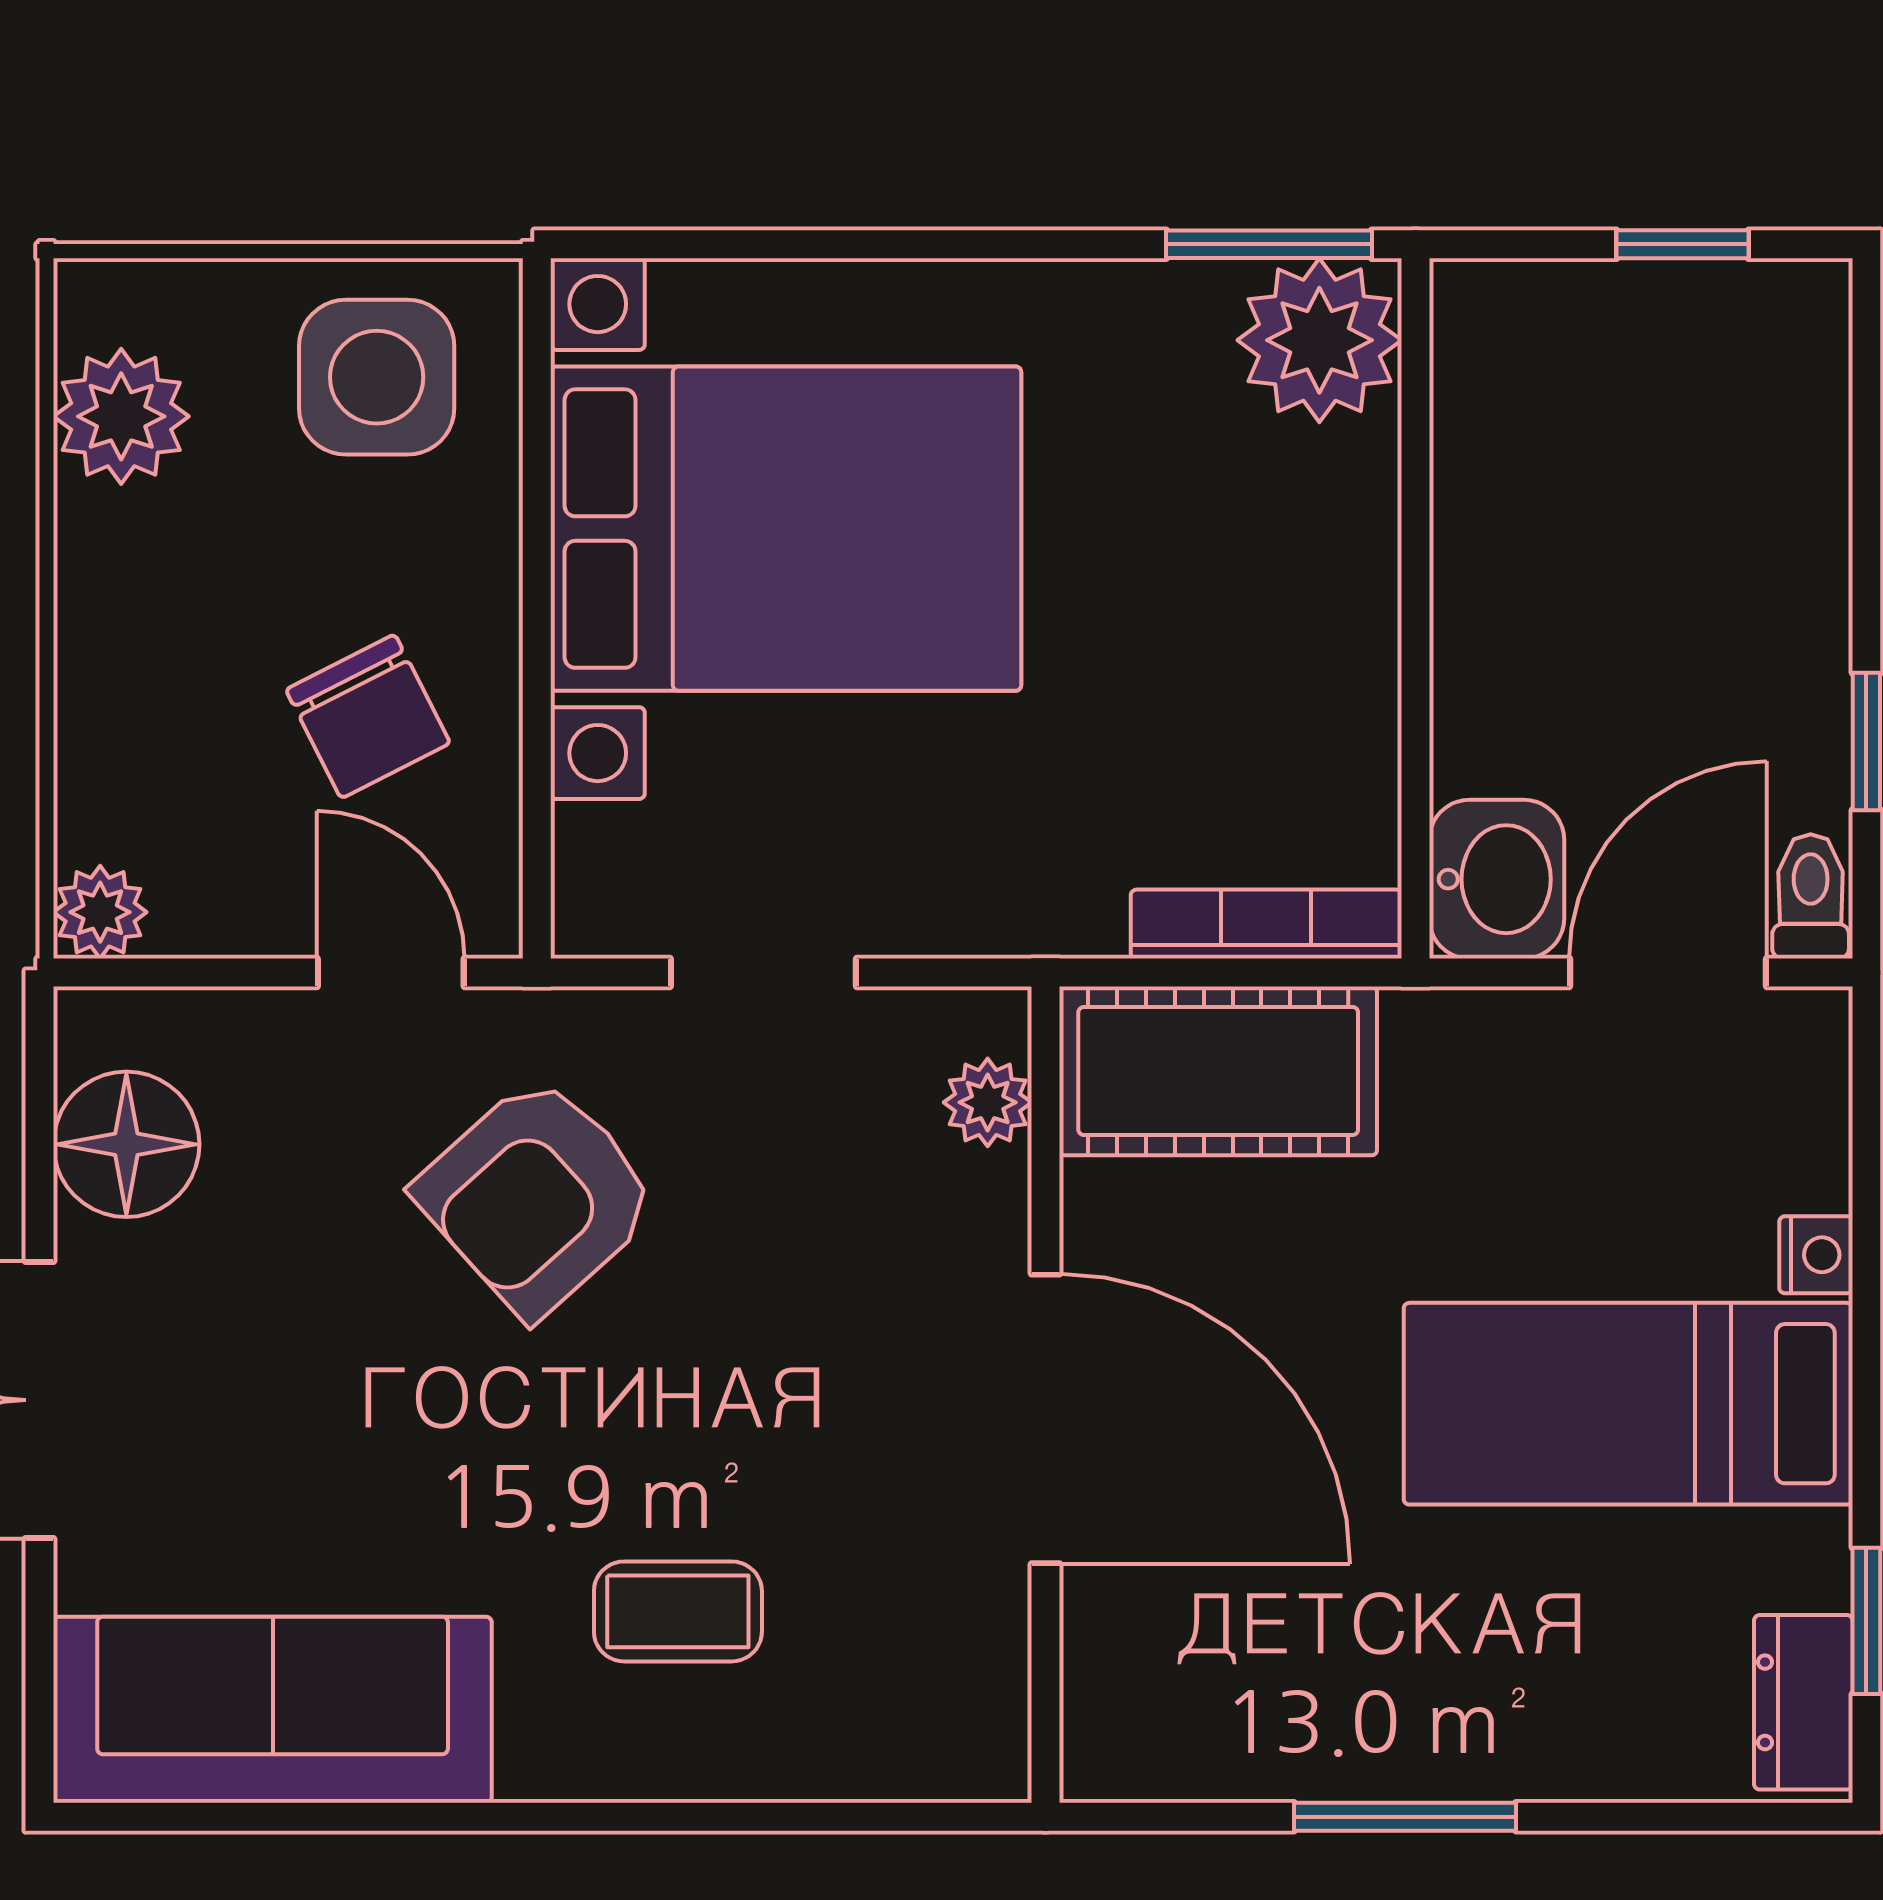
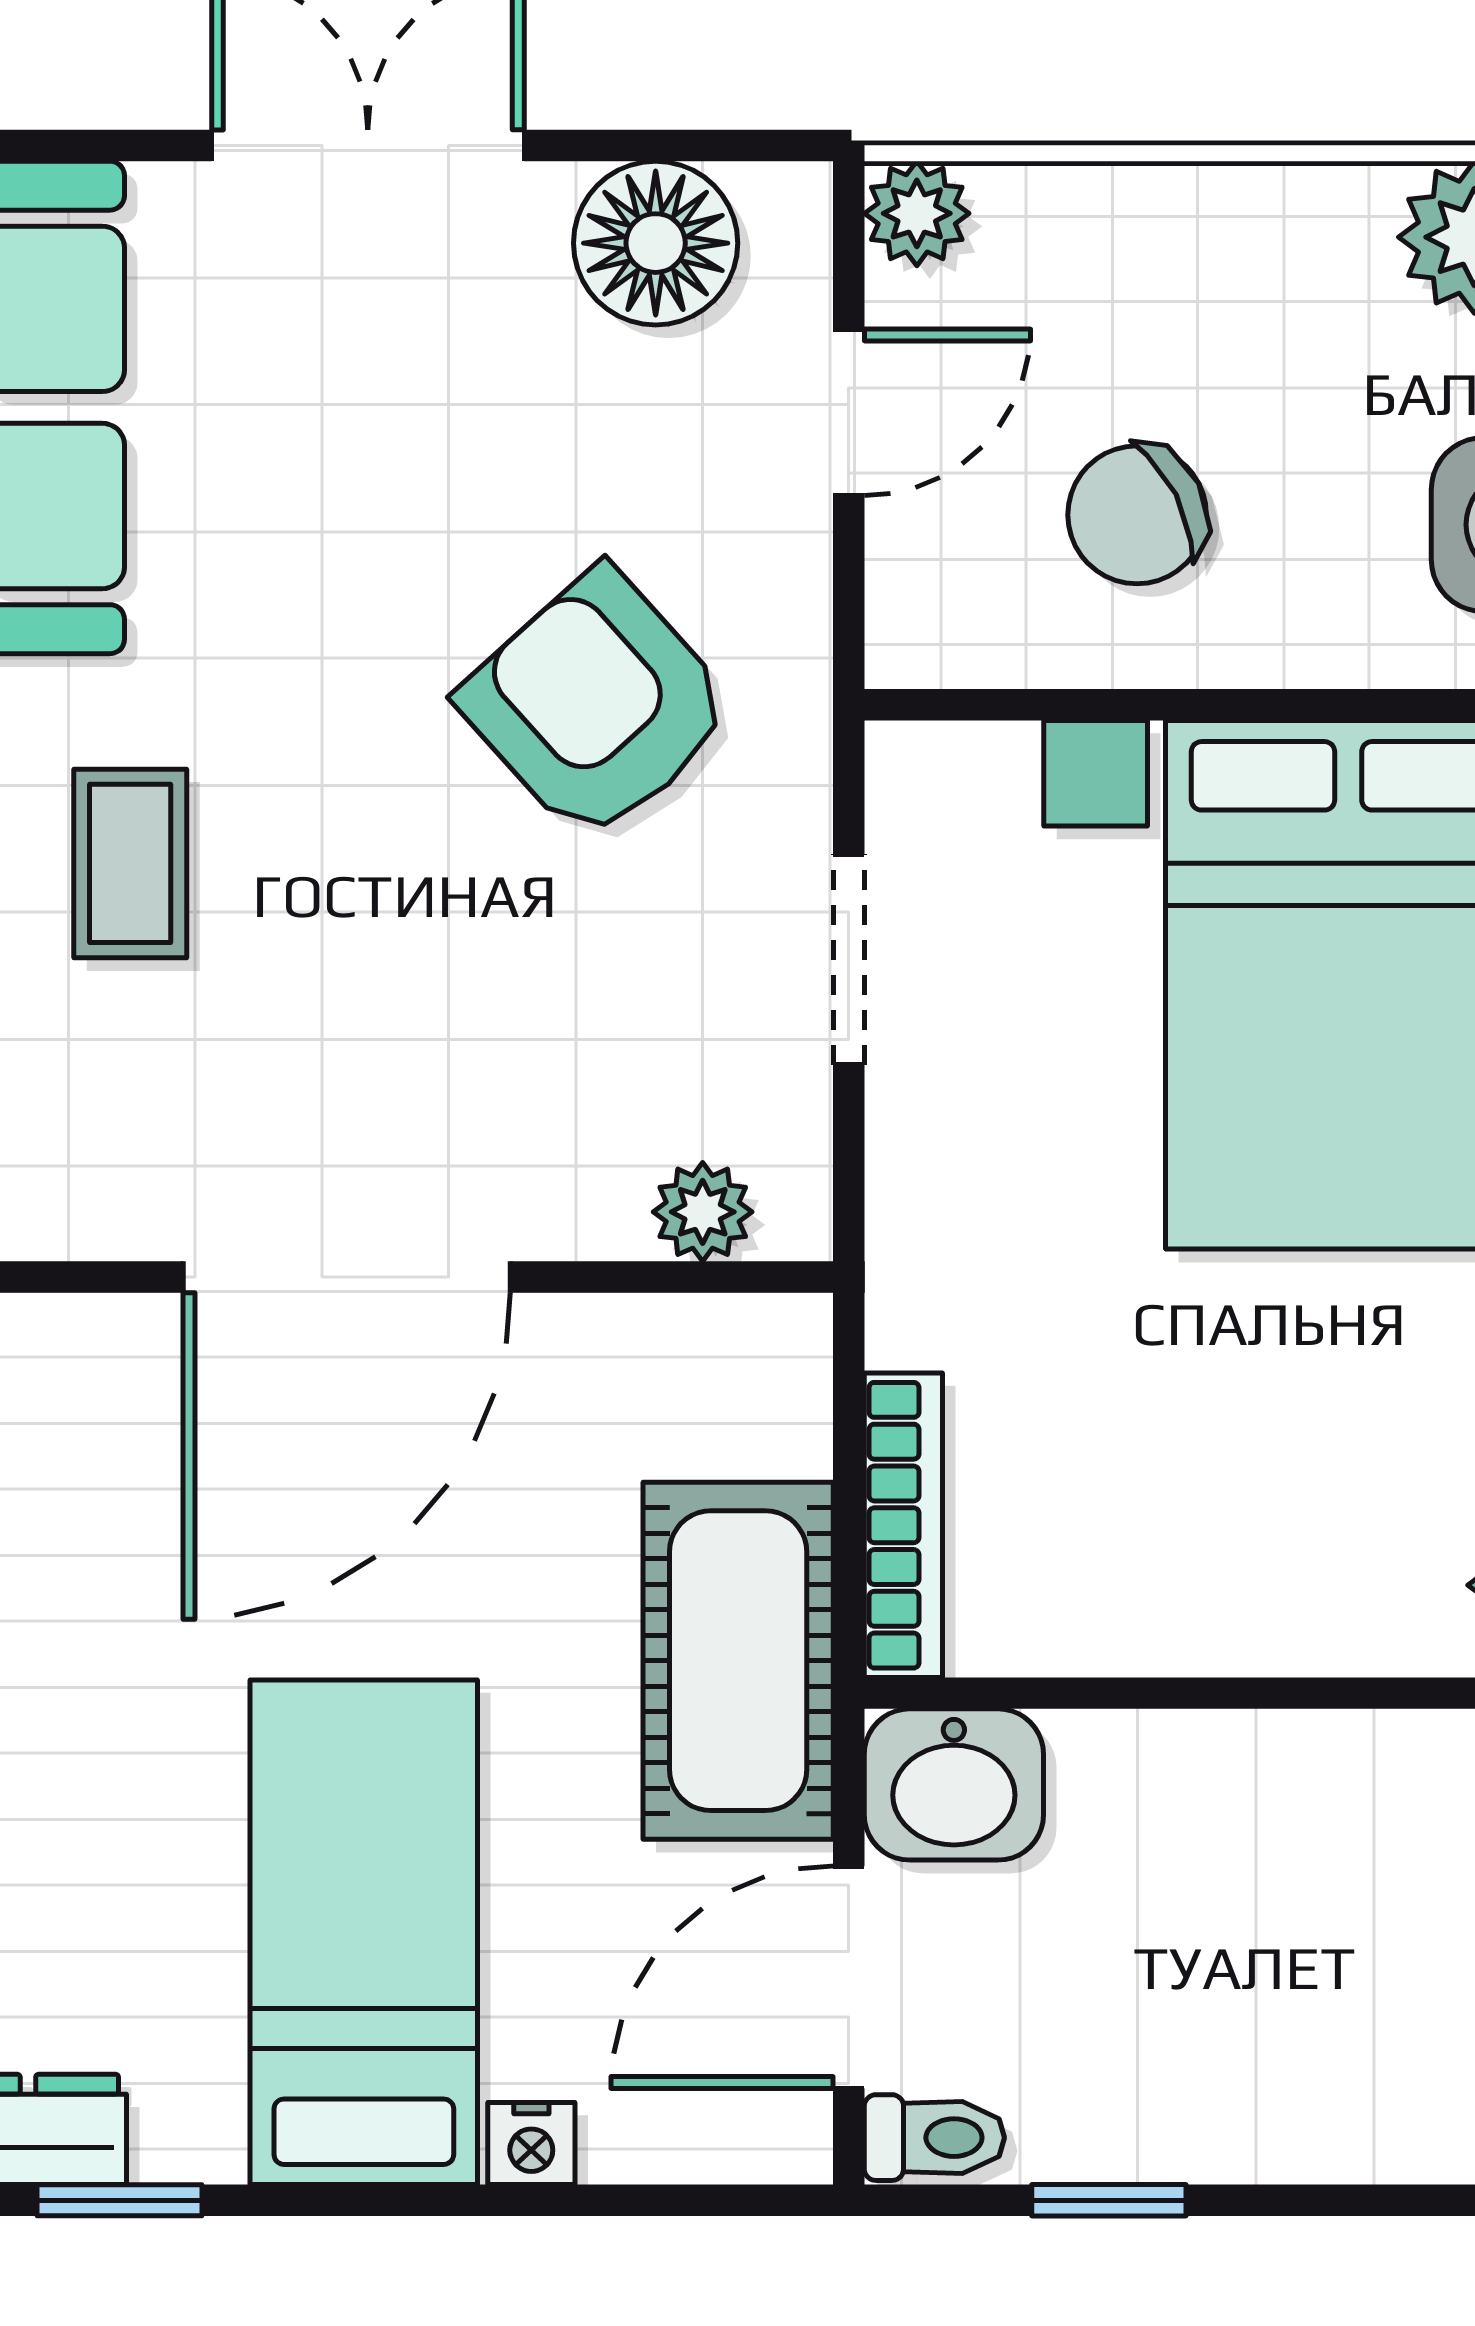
door: (391, 973) -> (849, 412), moved
door: (1668, 973) -> (849, 1977), swing flipped
cot: (1218, 1071) -> (738, 1661), moved

